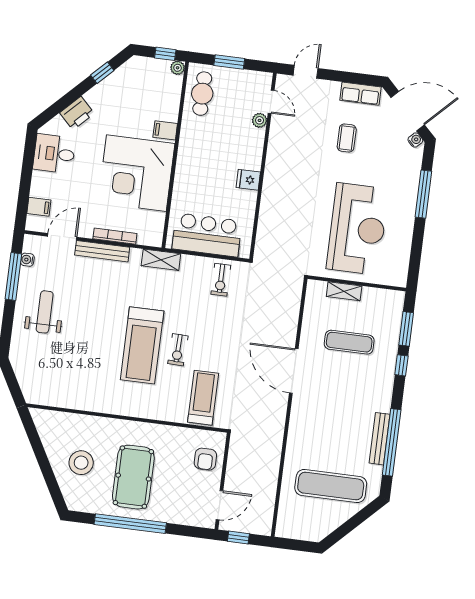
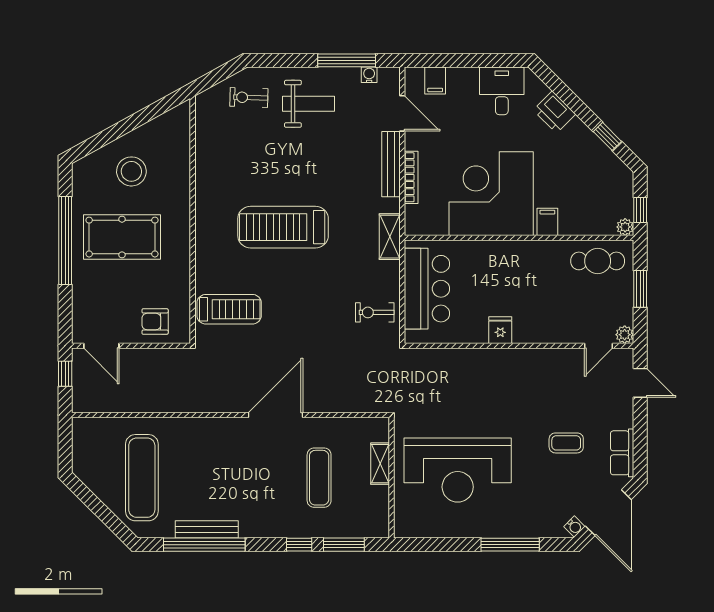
plant: (260, 120) -> (625, 335), moved
exercise bike: (178, 350) -> (249, 98), moved

